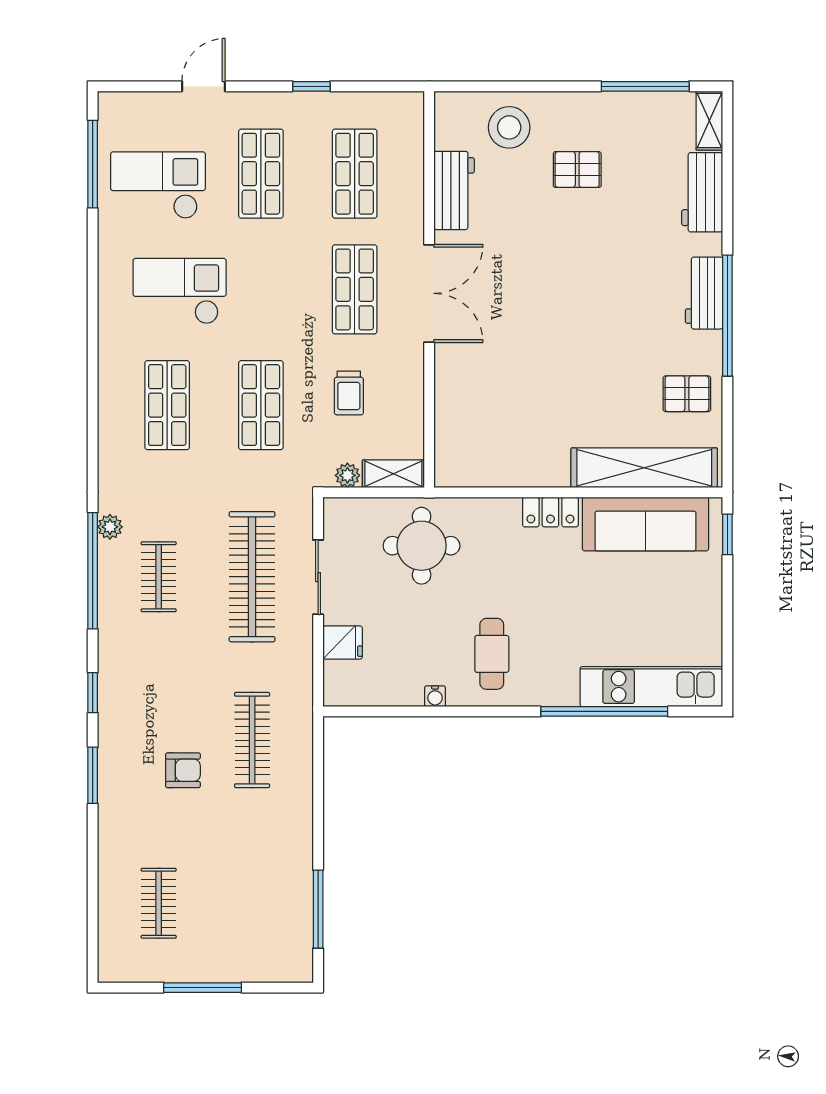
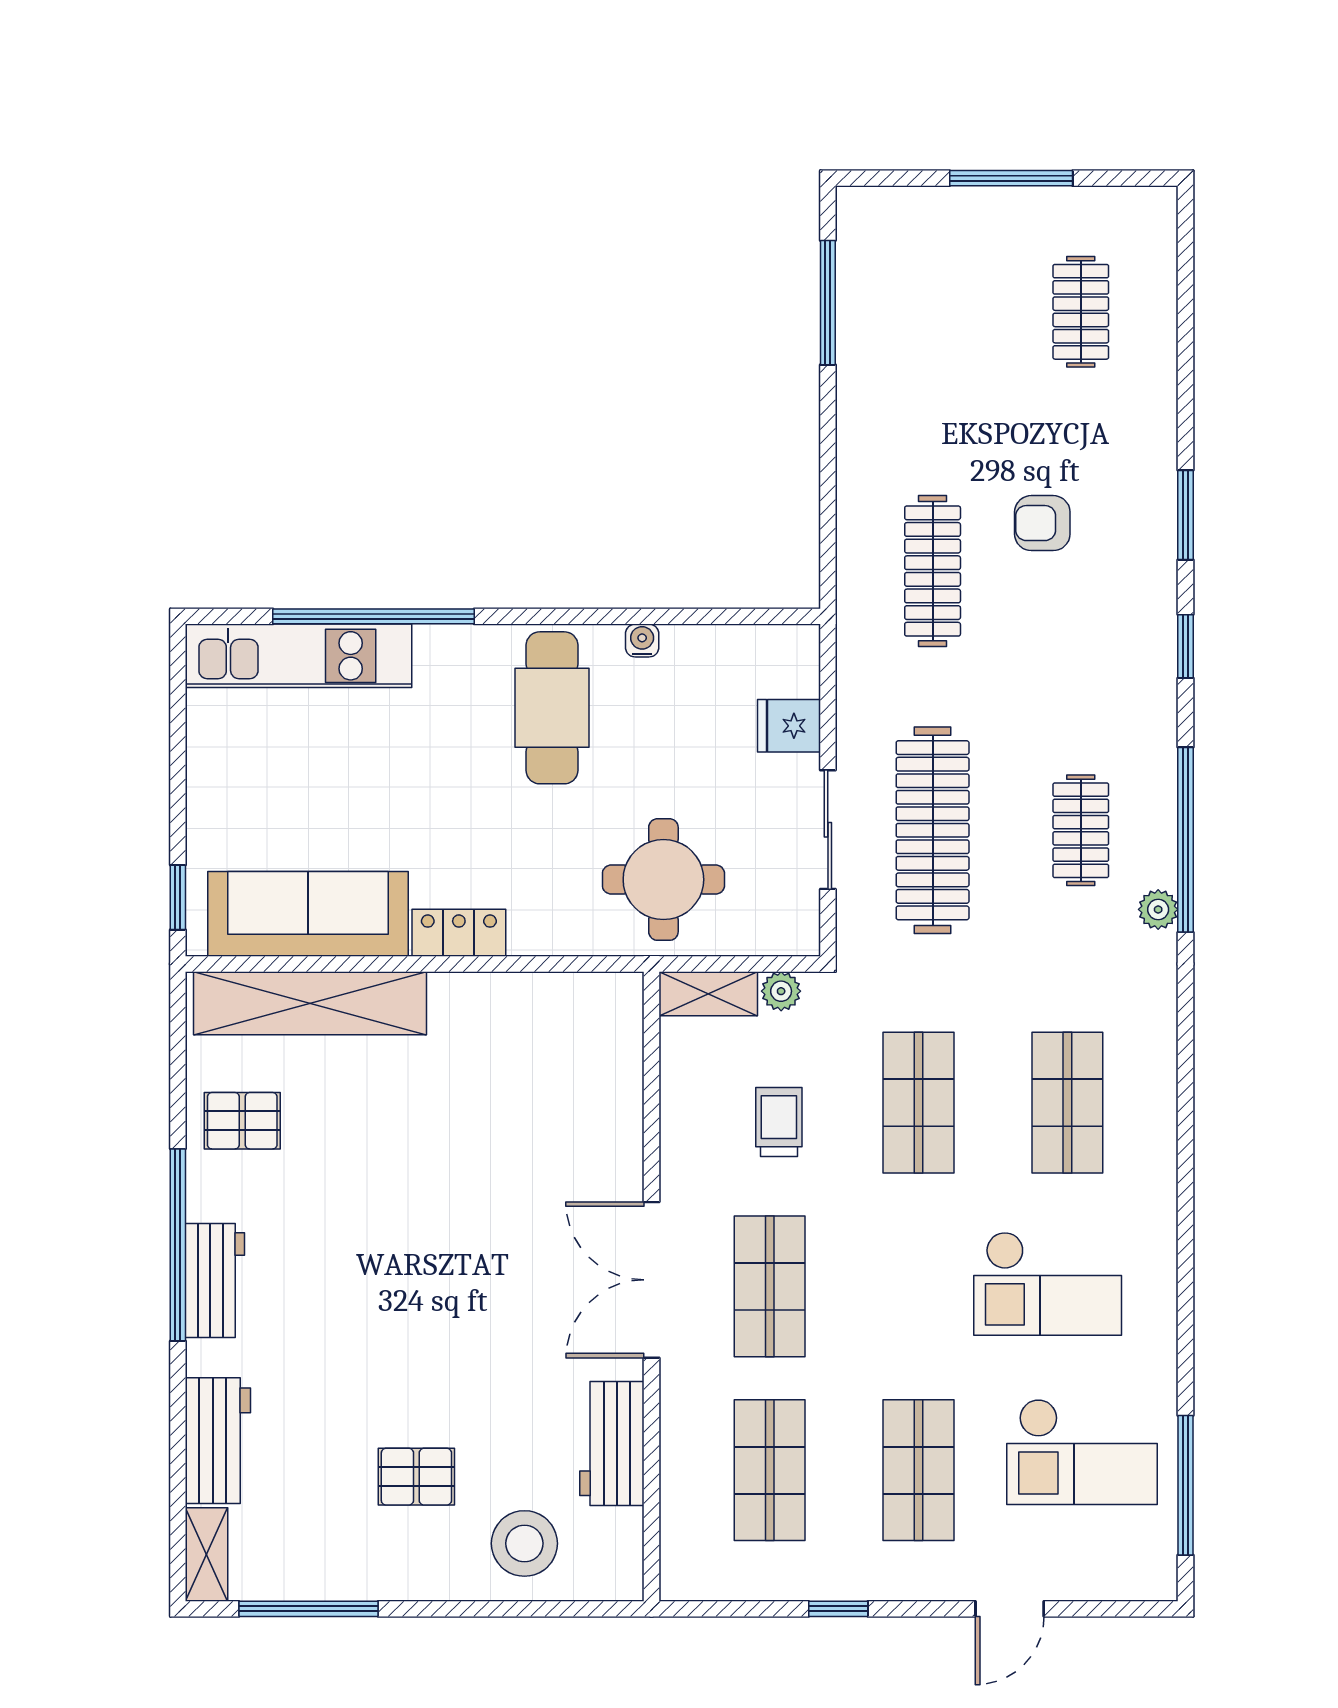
cafe table: (492, 654) -> (552, 708), width x1.37, depth x1.35

